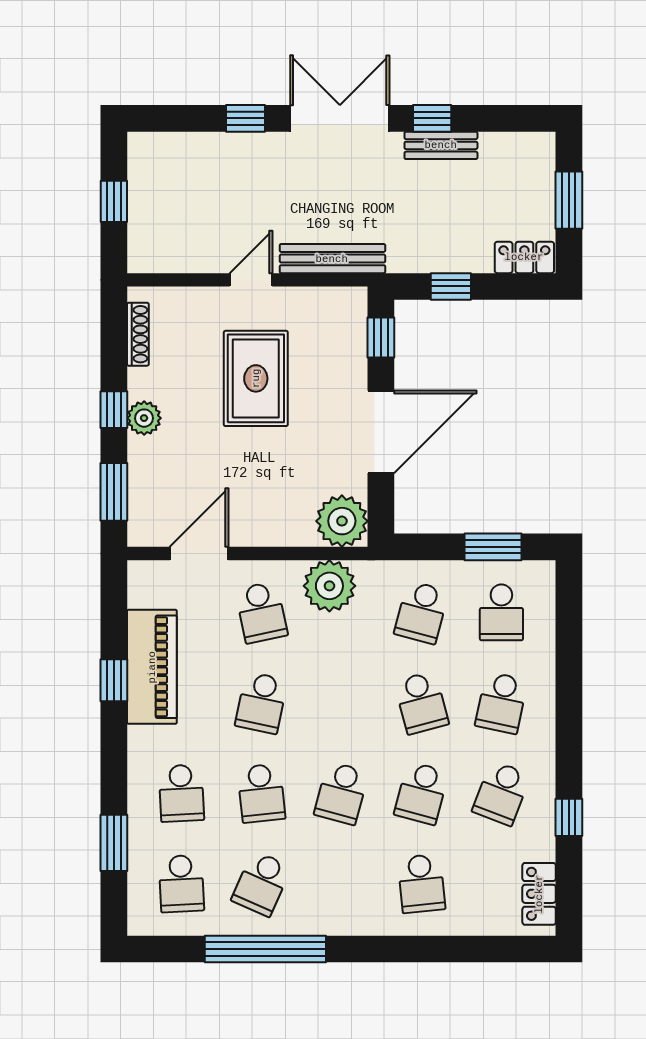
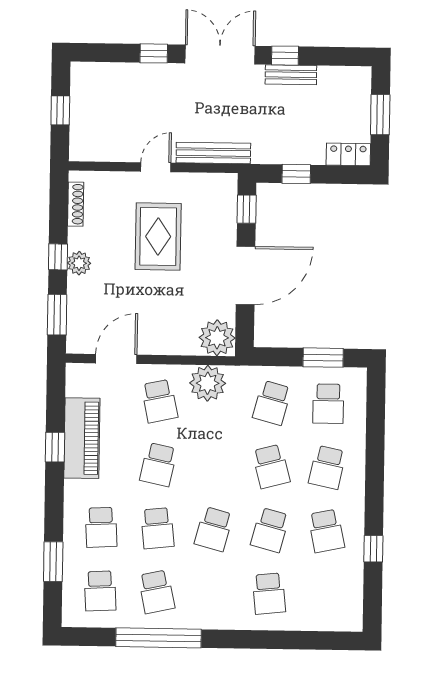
school desk: (501, 793) -> (326, 531), turned -33
school desk: (261, 884) -> (156, 592), turned -36
locker: (539, 894) -> (352, 602), removed

